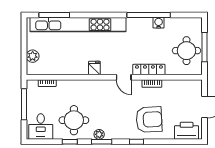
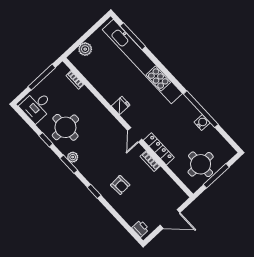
armchair: (149, 120) -> (120, 185), width x0.53, depth x0.53
printer: (187, 131) -> (140, 229), width x0.53, depth x0.68

